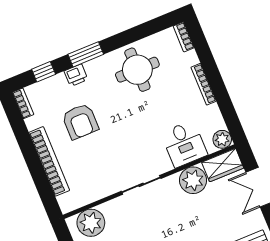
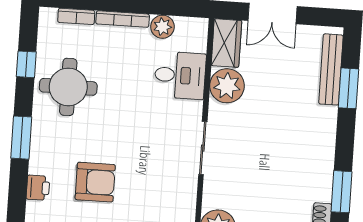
bookcase: (184, 37) -> (76, 16), moved
window: (44, 72) -> (26, 64), moved
printer: (76, 75) -> (38, 188), moved
plant: (222, 139) -> (162, 27), moved

